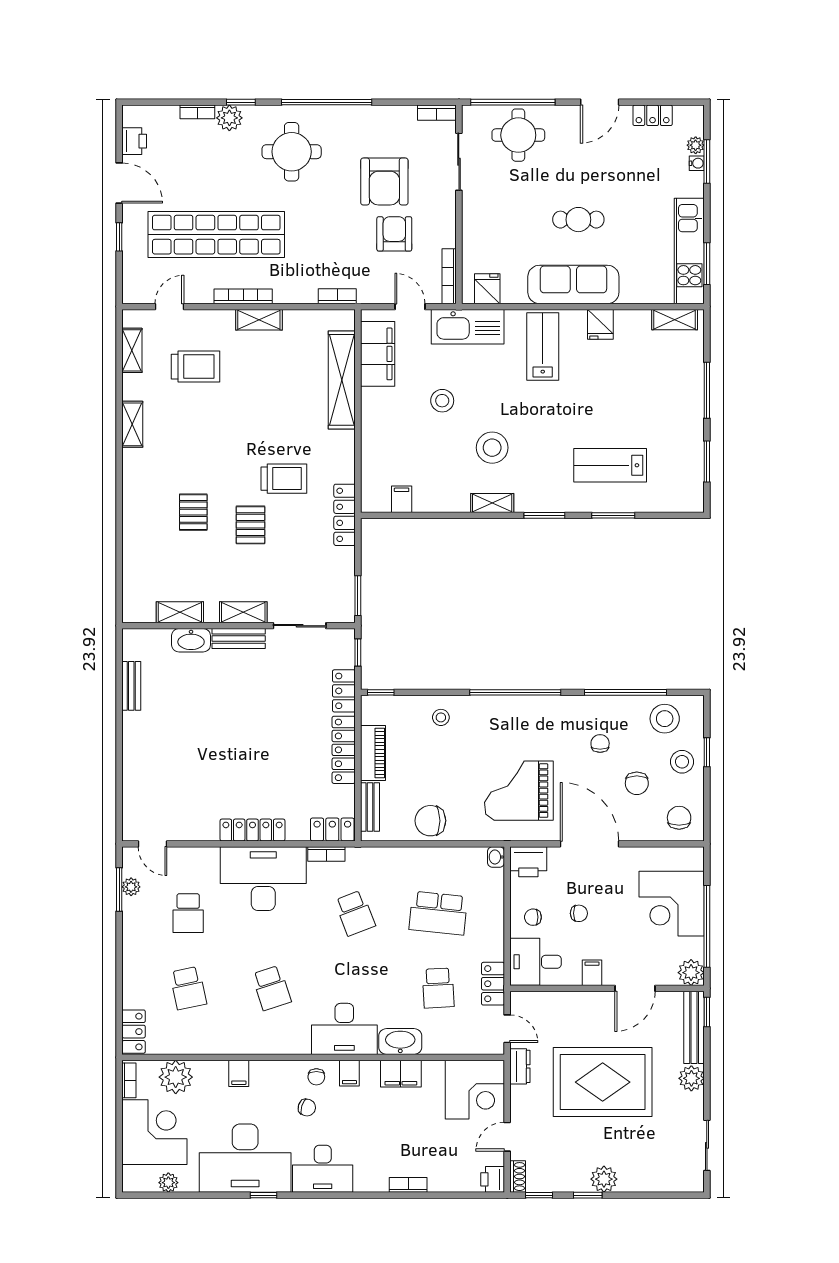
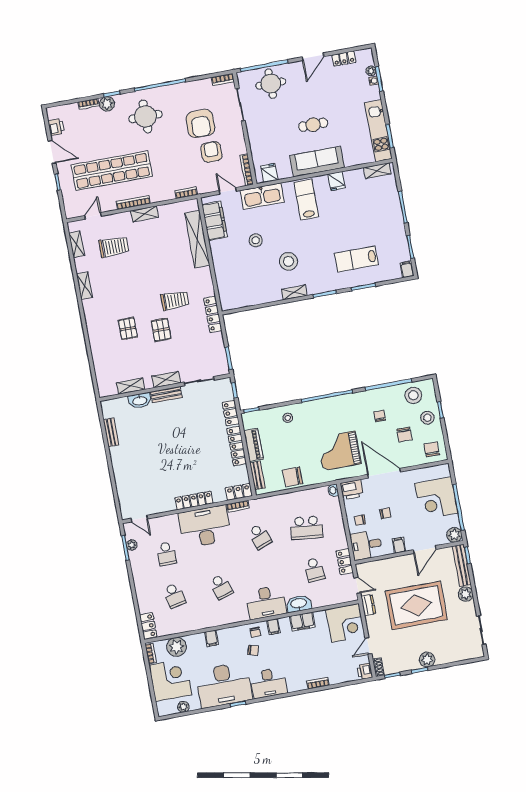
filing cabinet: (402, 499) -> (407, 269), moved

